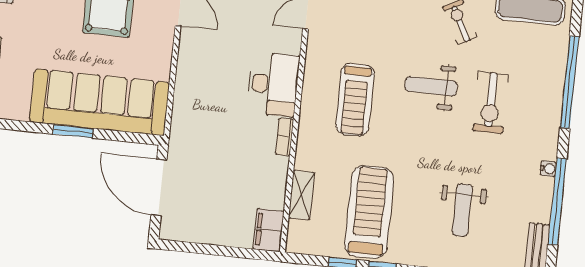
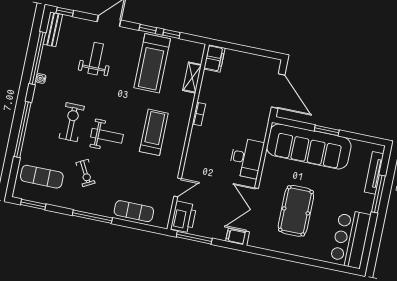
desk: (273, 84) -> (246, 158), moved, turned 180

